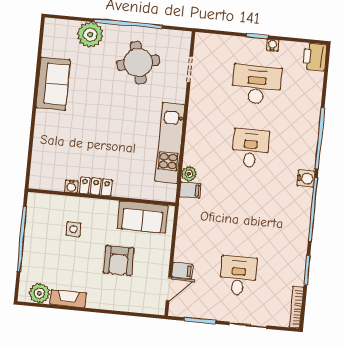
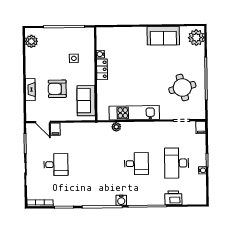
plant: (90, 35) -> (196, 38), moved
printer: (315, 57) -> (173, 198), moved
desk: (257, 85) -> (177, 163), turned 180
filing cabinet: (190, 190) -> (201, 127), moved
fireplace: (68, 299) -> (30, 90), moved

